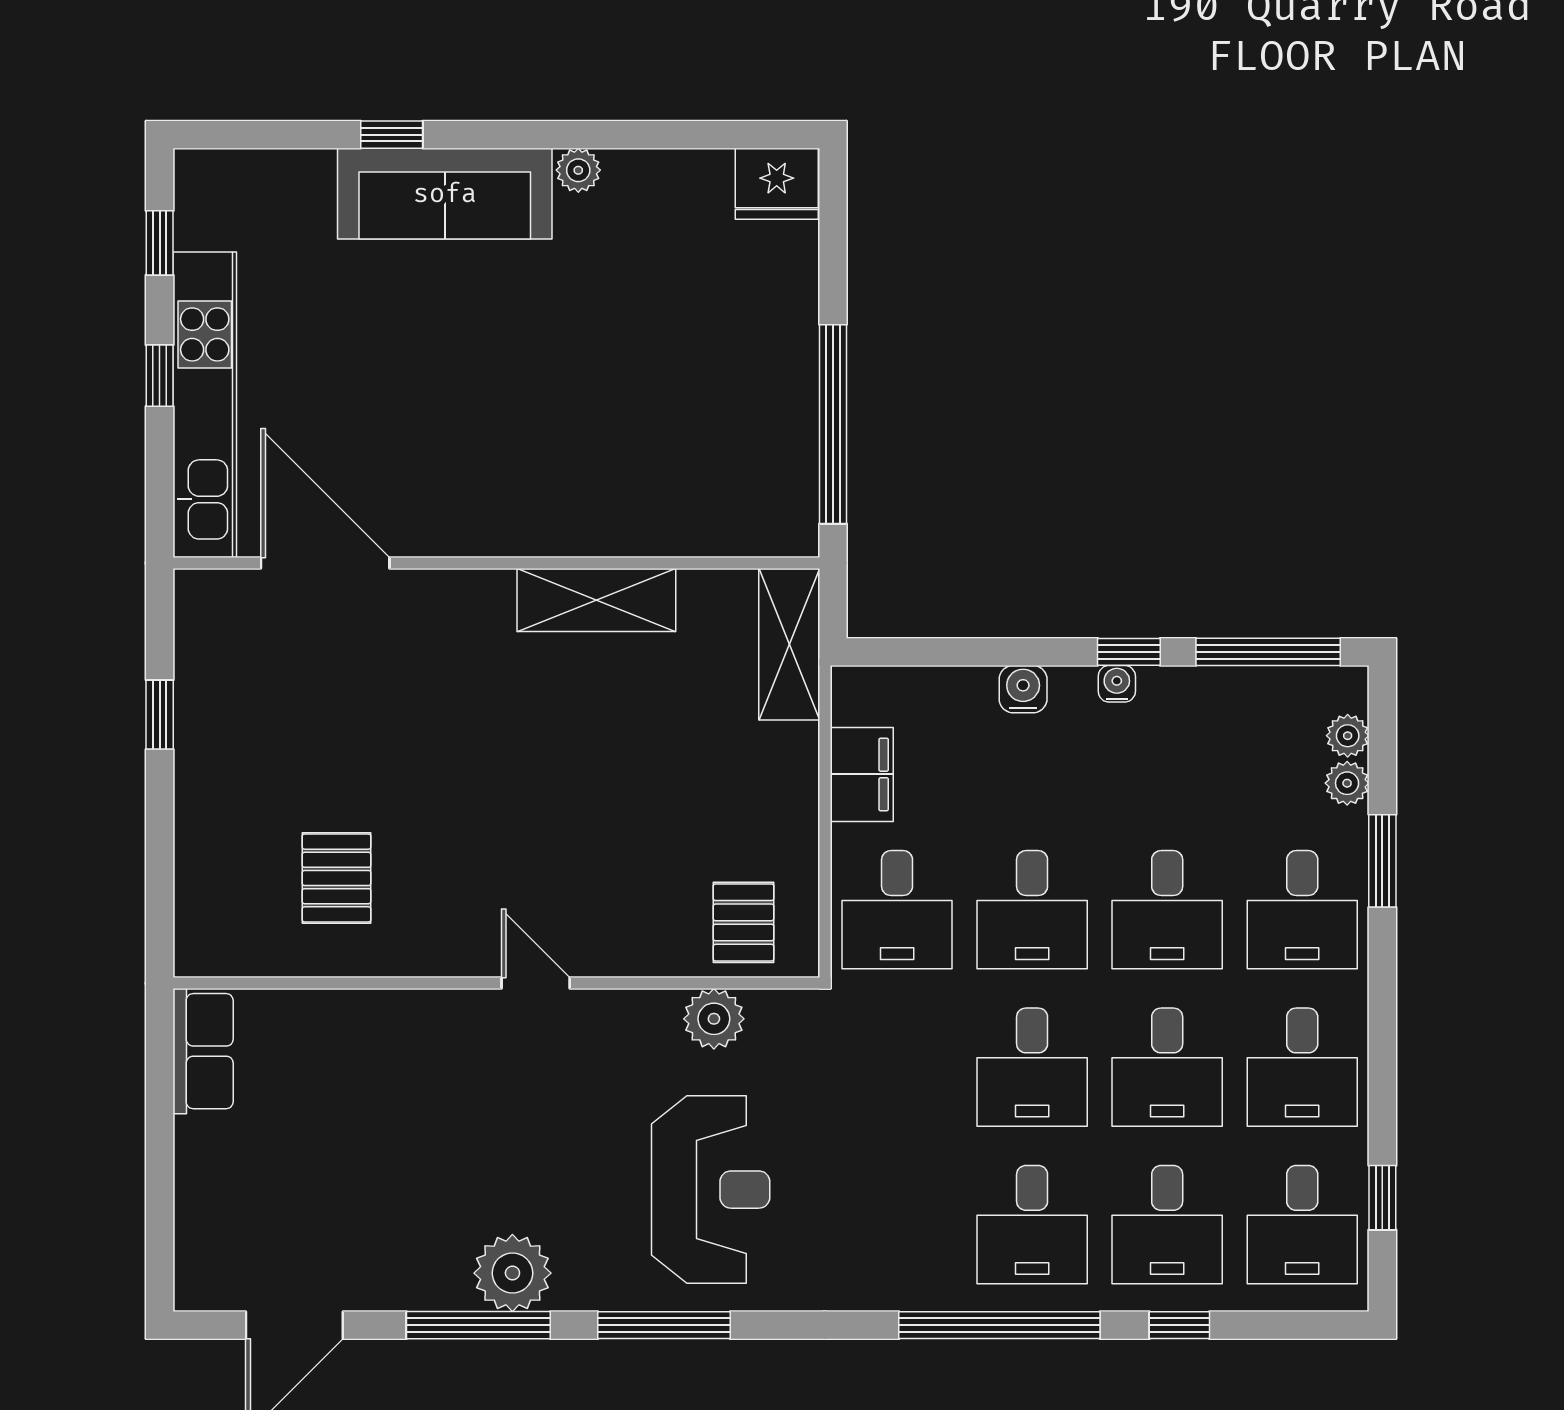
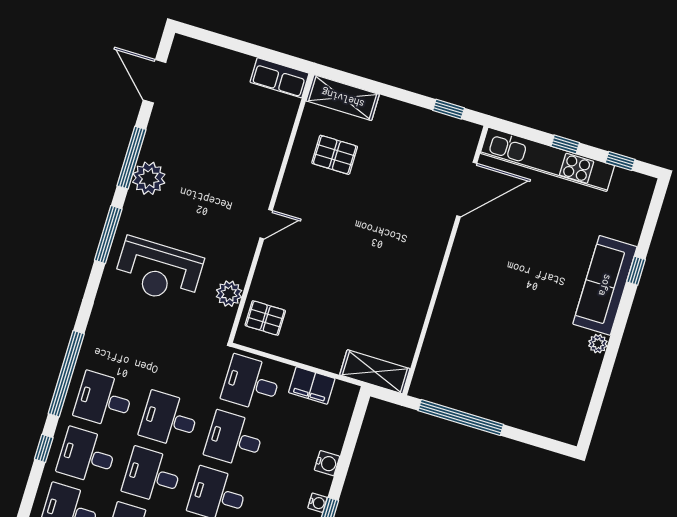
fridge: (777, 184) -> (567, 424), removed
shelving: (596, 600) -> (343, 98), moved, turned 90
window: (160, 715) -> (449, 109), moved

